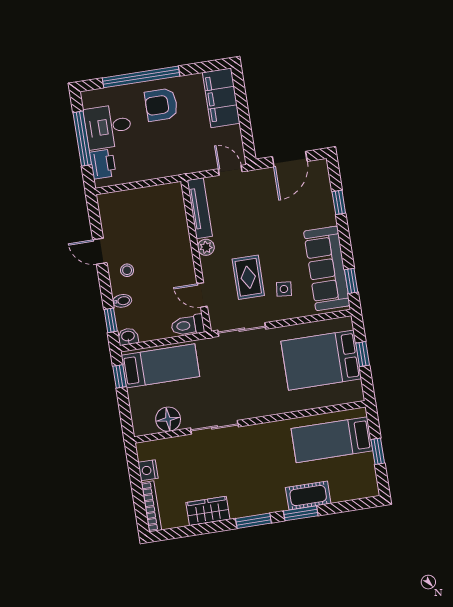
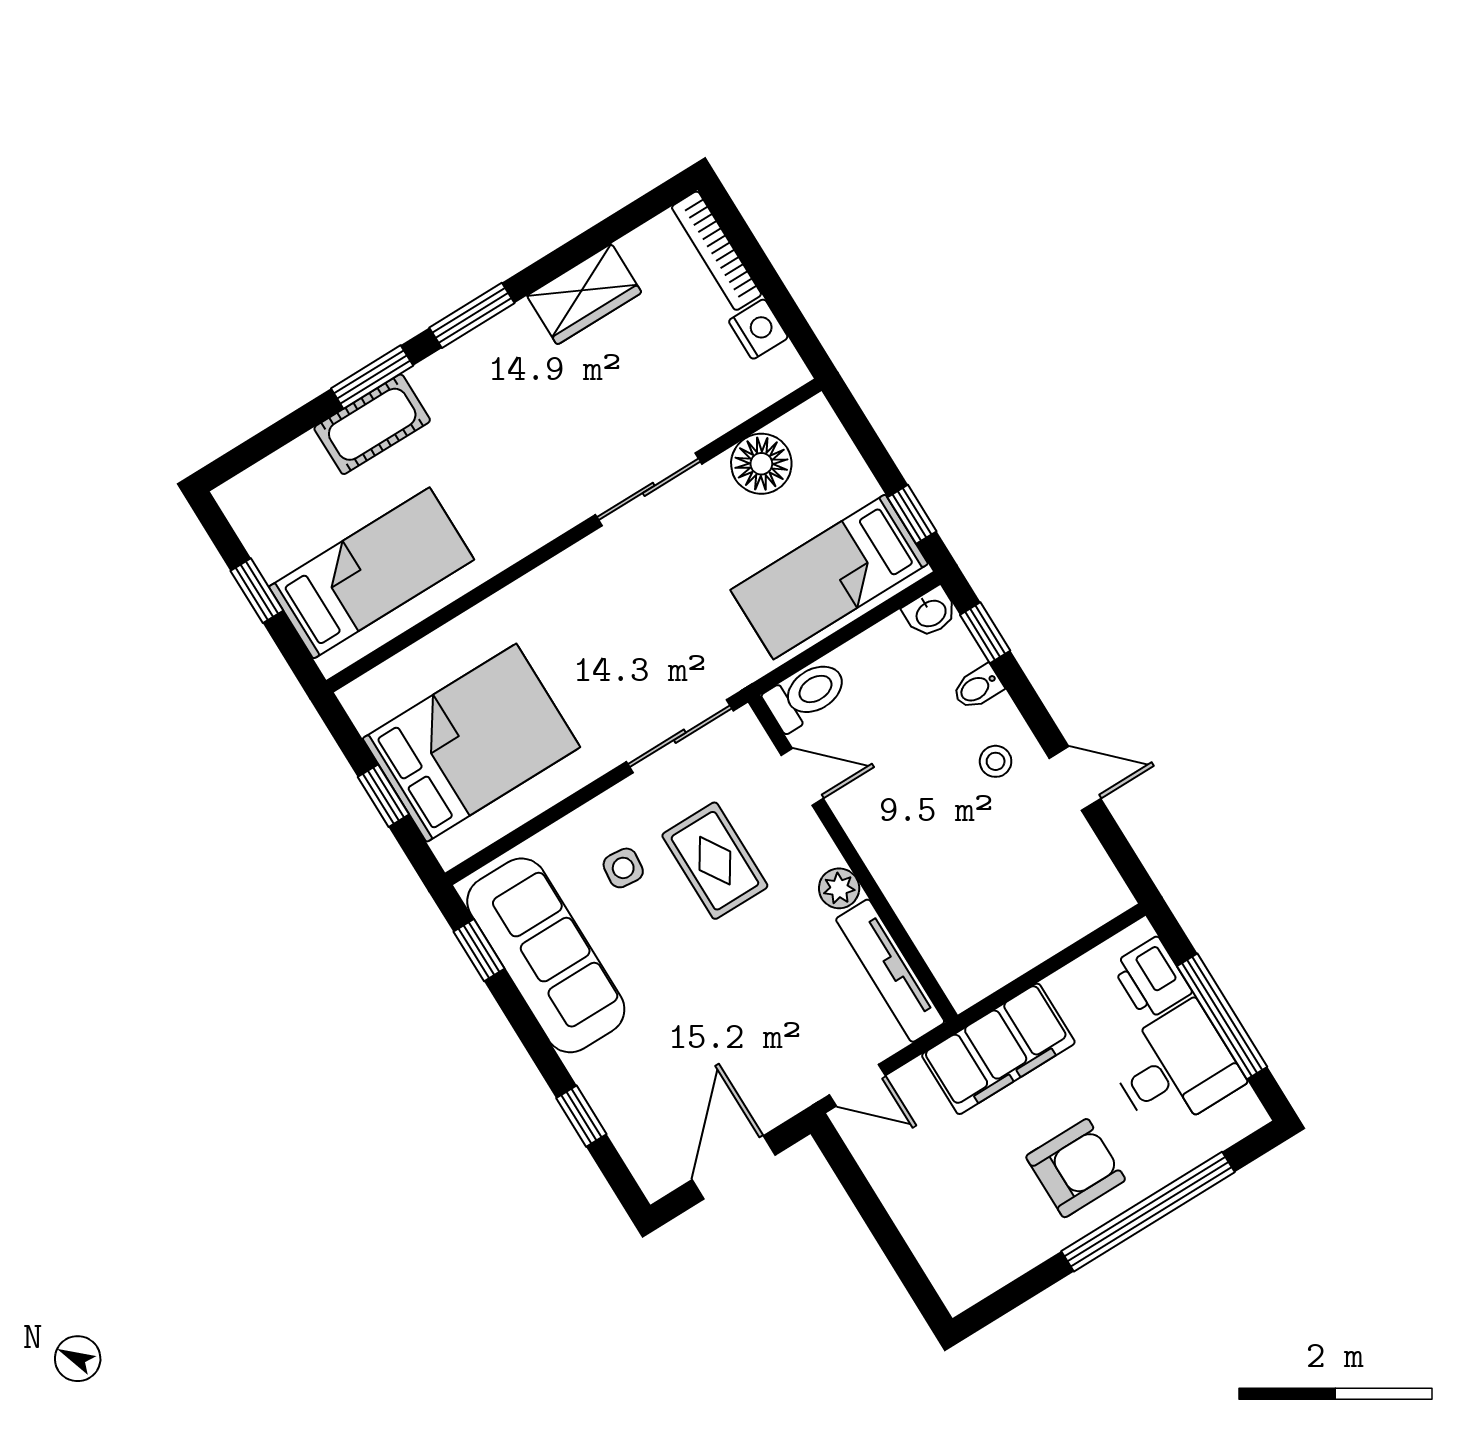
filing cabinet: (221, 98) -> (998, 1049), moved, turned 90

